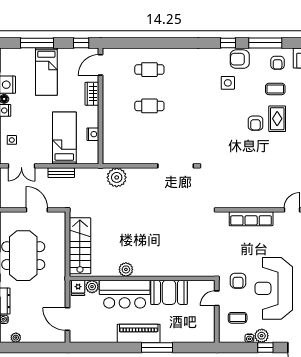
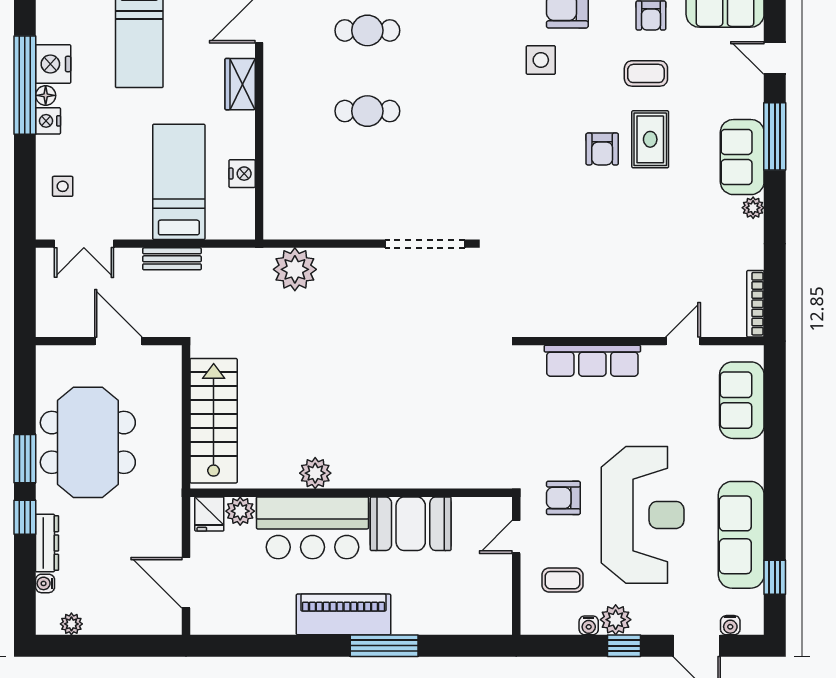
armchair: (238, 281) -> (563, 498), turned 90
reception desk: (274, 288) -> (643, 515), turned 180

